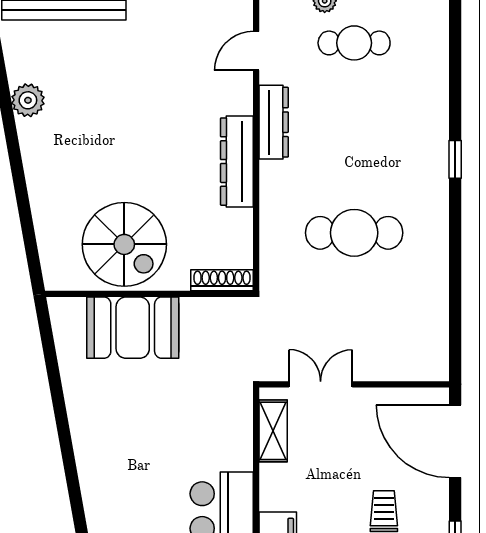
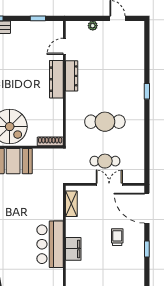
cafe table: (354, 43) -> (105, 161), moved
dresser: (237, 162) -> (56, 79), moved
double door: (321, 384) -> (109, 184), moved

